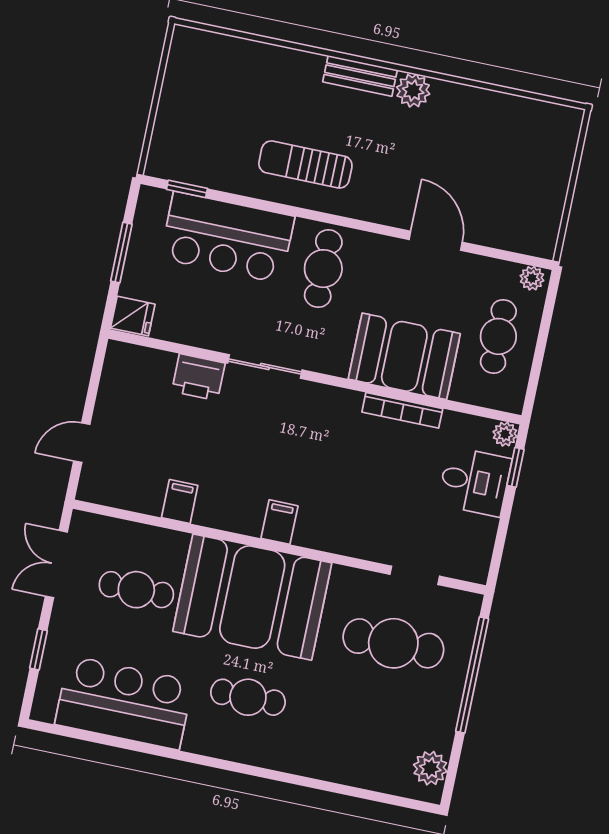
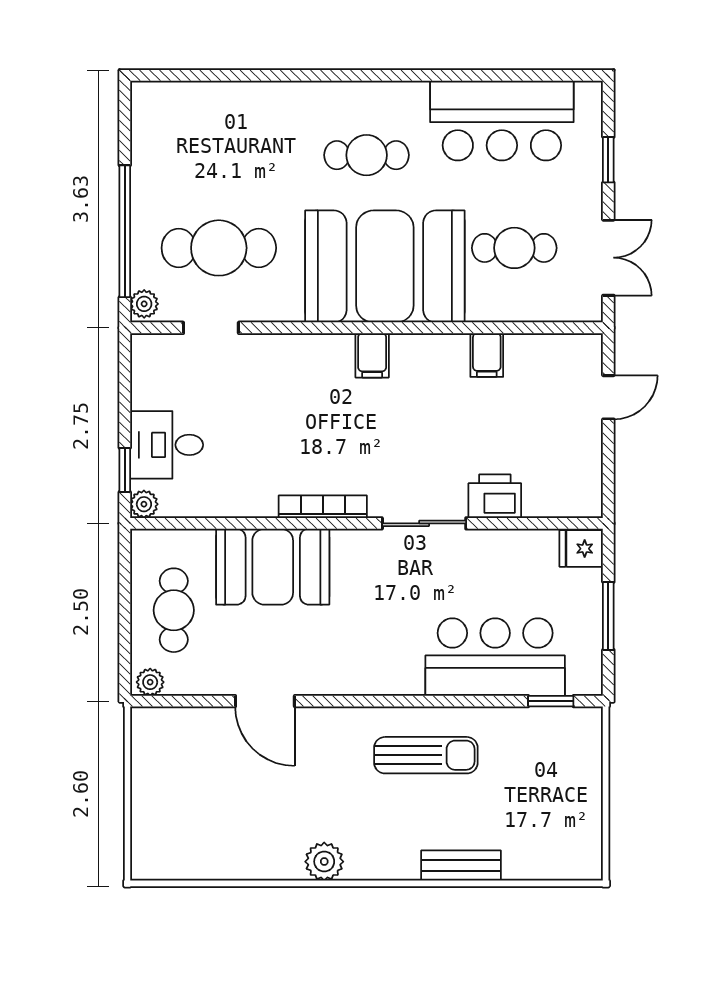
bench: (360, 76) -> (461, 866), moved
cafe table: (323, 269) -> (382, 645), removed
bookcase: (402, 410) -> (323, 507), moved
plant: (430, 768) -> (144, 304), moved, width x0.73, depth x0.73

